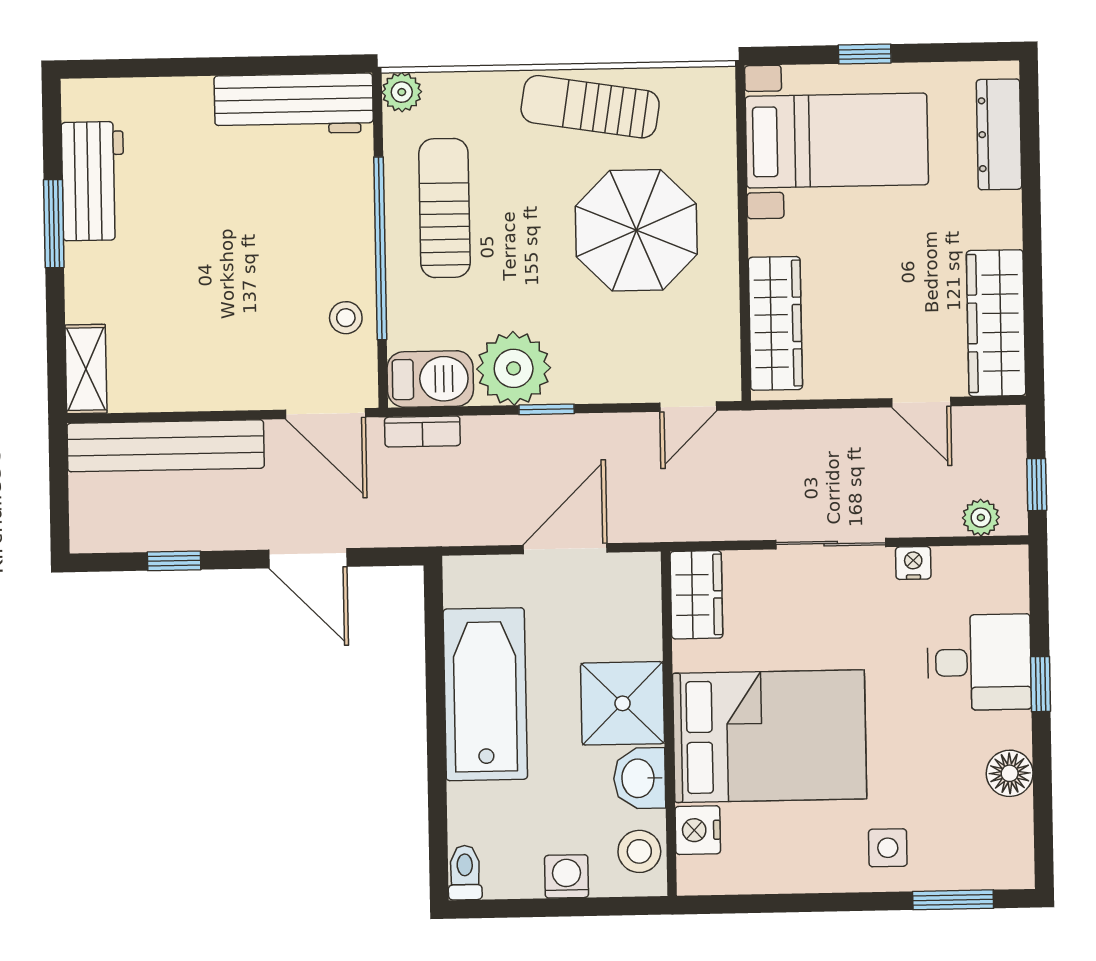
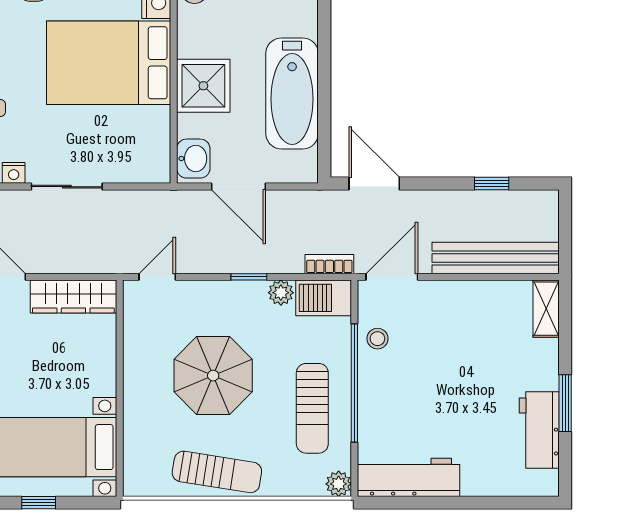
parasol: (636, 230) -> (213, 376), moved
wardrobe: (775, 323) -> (73, 297), moved, turned -90
plant: (514, 368) -> (281, 293), width x0.53, depth x0.53
door: (325, 414) -> (392, 277), hinge flipped
door: (565, 549) -> (239, 187), hinge flipped
door: (308, 558) -> (374, 183), moved
wardrobe: (696, 595) -> (154, 155), removed
washbasin: (639, 778) -> (193, 159), moved

